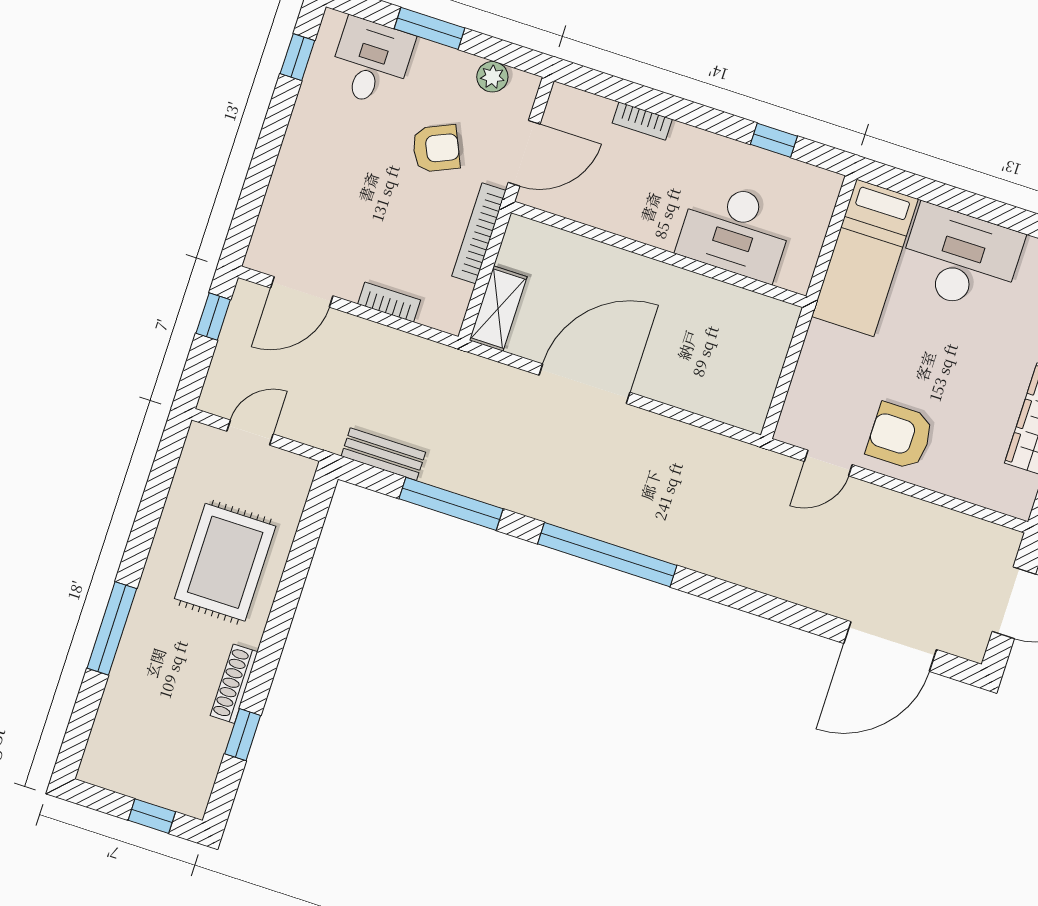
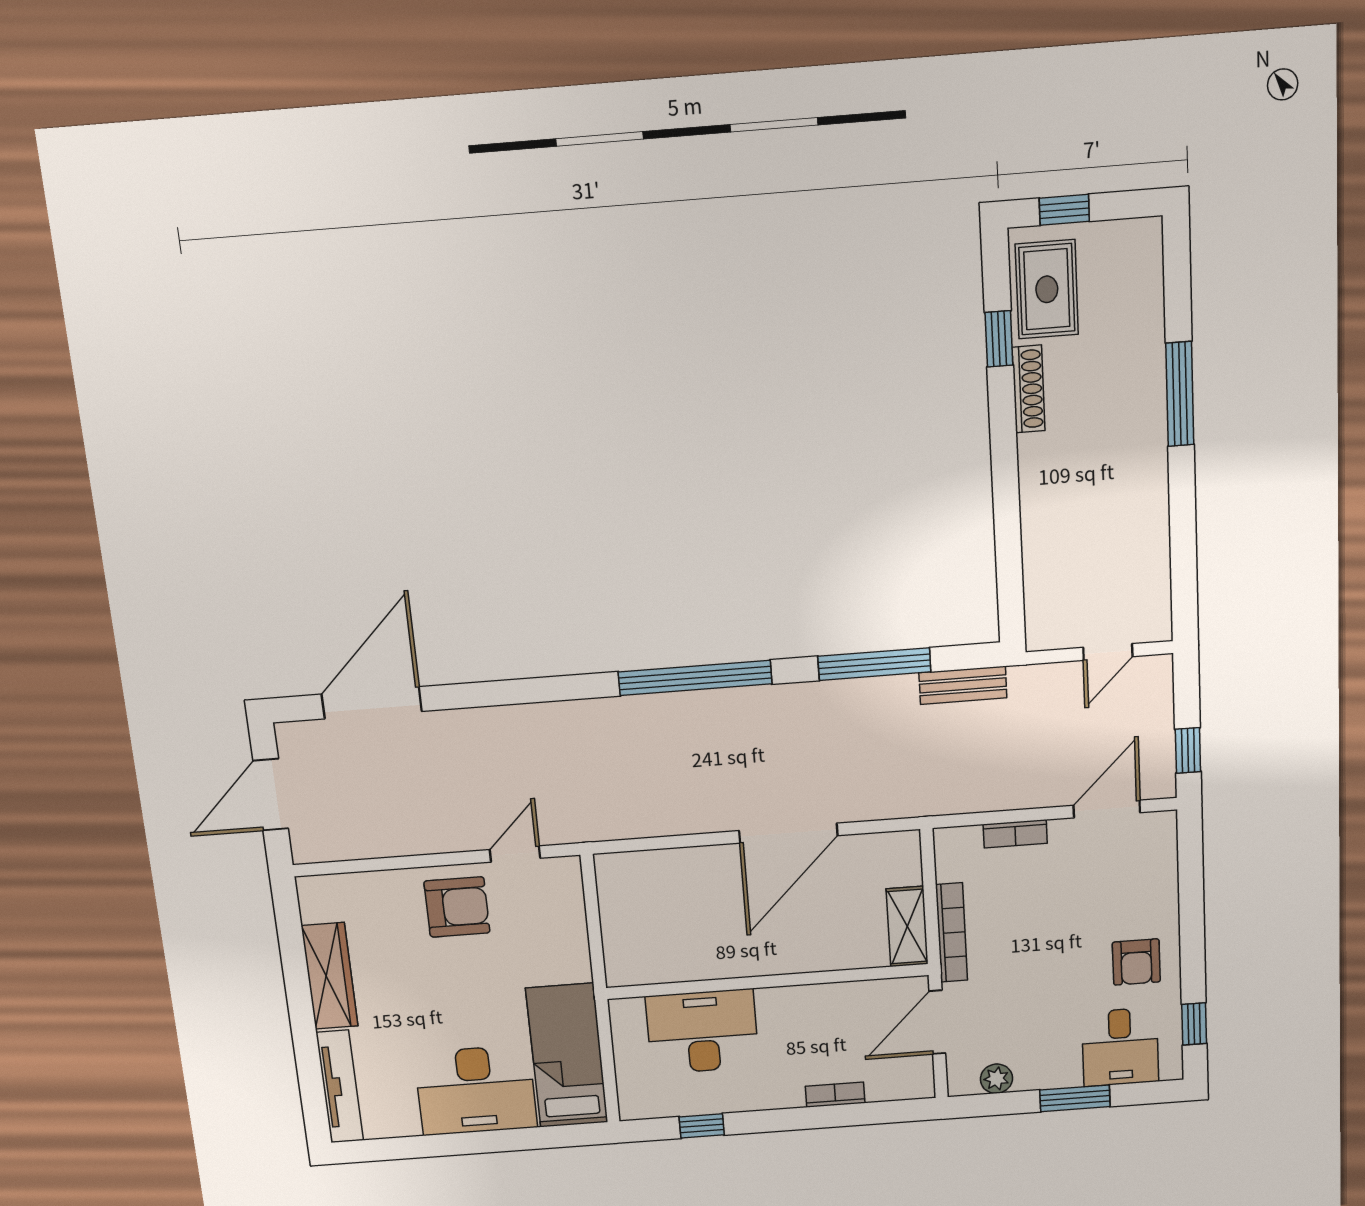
armchair: (436, 148) -> (1136, 962), moved, turned -66
shelving: (498, 309) -> (907, 927), moved
rug: (225, 562) -> (1047, 289), moved, width x0.73, depth x0.70

